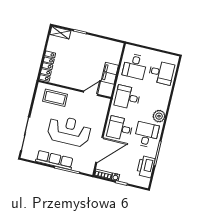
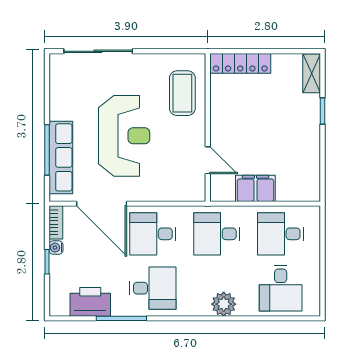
desk: (127, 97) -> (217, 234), turned -90
plant: (159, 116) -> (224, 304), moved
desk: (120, 128) -> (153, 234), turned -90
row of seats: (55, 160) -> (61, 157), moved

